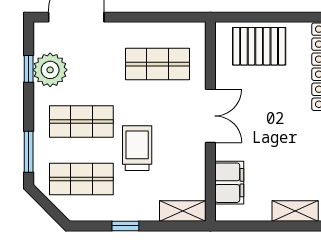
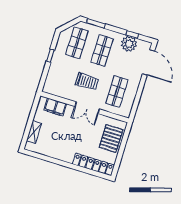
trolley: (137, 148) -> (87, 82), moved
shelving: (183, 211) -> (49, 83), removed

